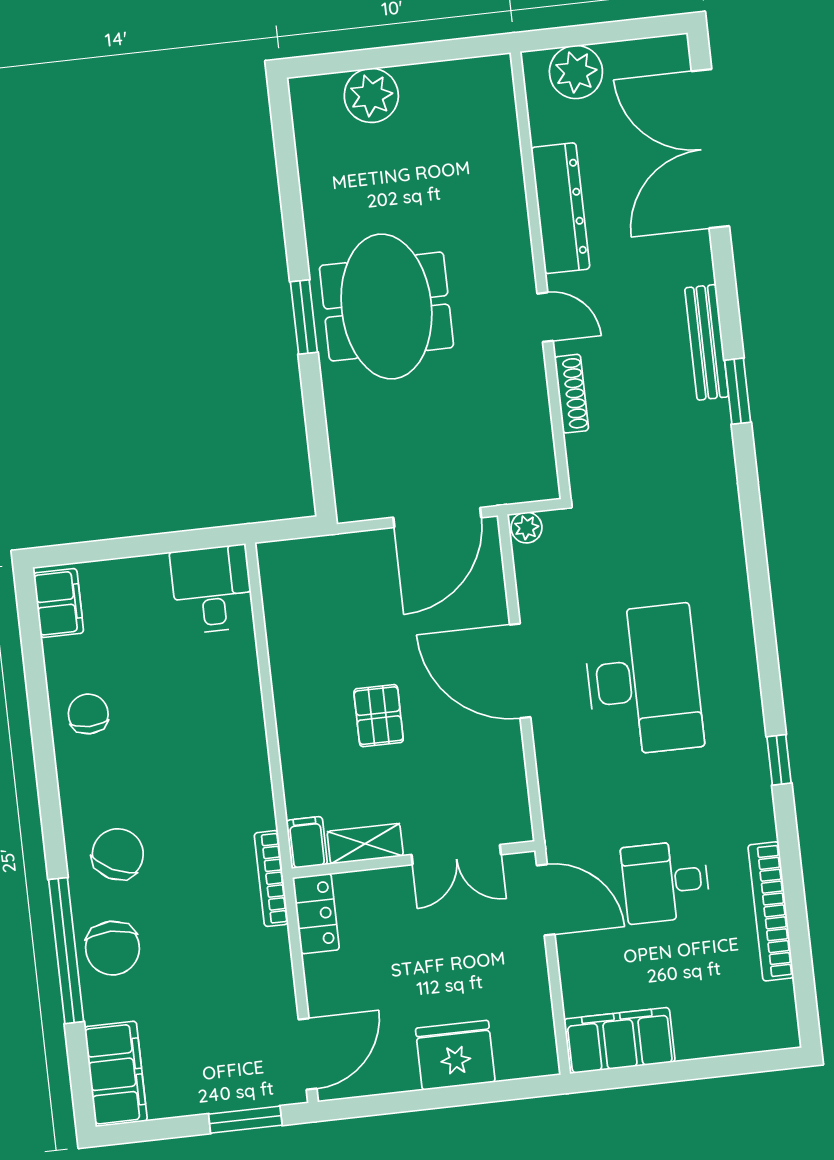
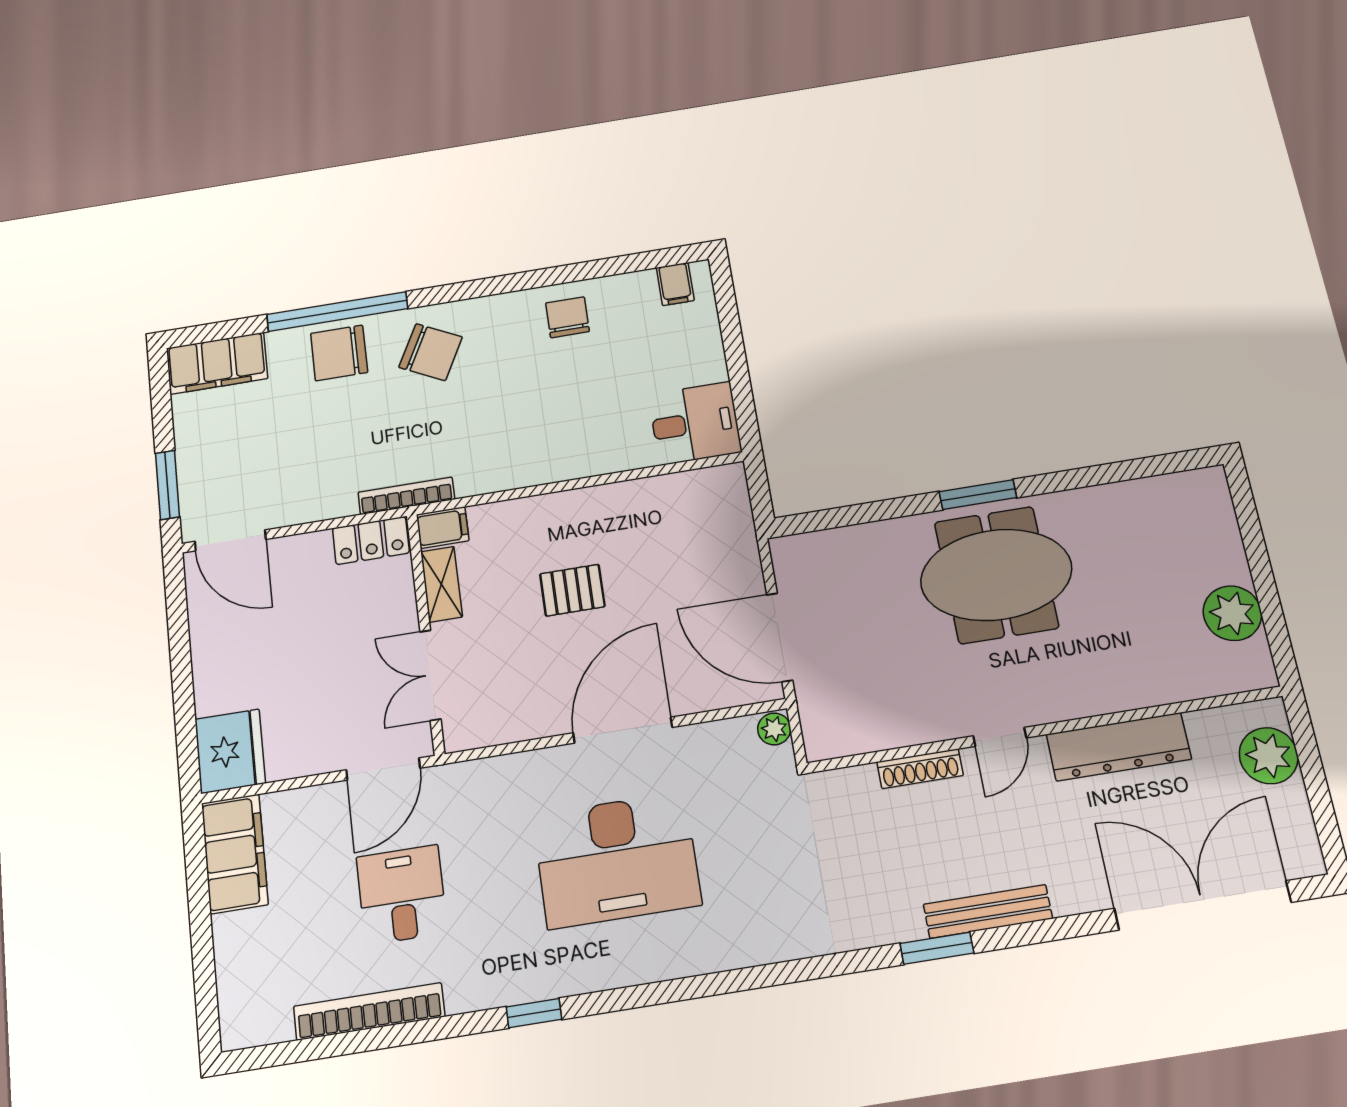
plant: (371, 95) -> (1232, 613), moved
filing cabinet: (59, 603) -> (675, 284), width x0.50
chair: (88, 714) -> (567, 317), turned -90
fridge: (455, 1055) -> (230, 751), moved

